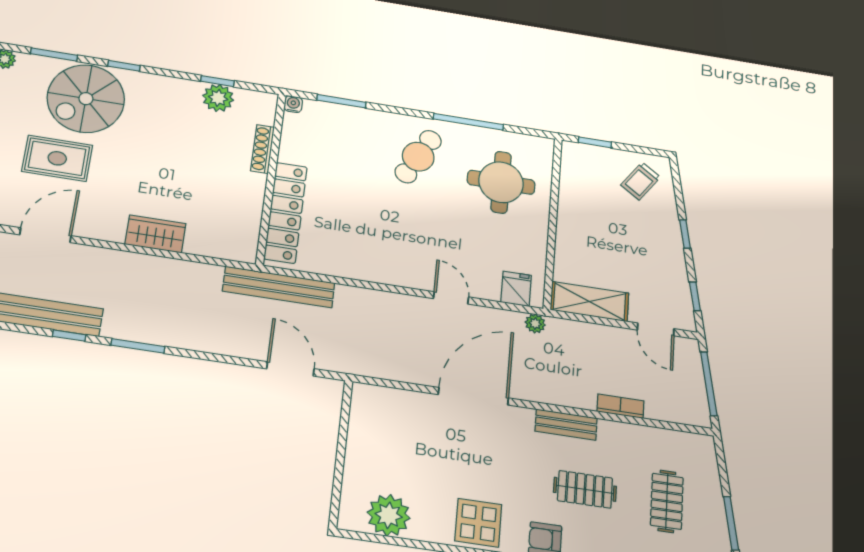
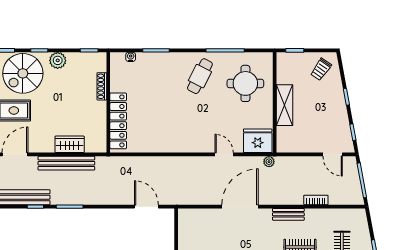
plant: (218, 98) -> (58, 60), moved
shoe rack: (263, 149) -> (102, 86), moved
wall: (271, 178) -> (108, 102), moved
locker: (286, 213) -> (118, 121), moved
bench: (279, 287) -> (66, 163), moved
fridge: (516, 289) -> (258, 141), width x1.88, depth x1.34
shelving: (590, 302) -> (284, 105), moved, turned 90

